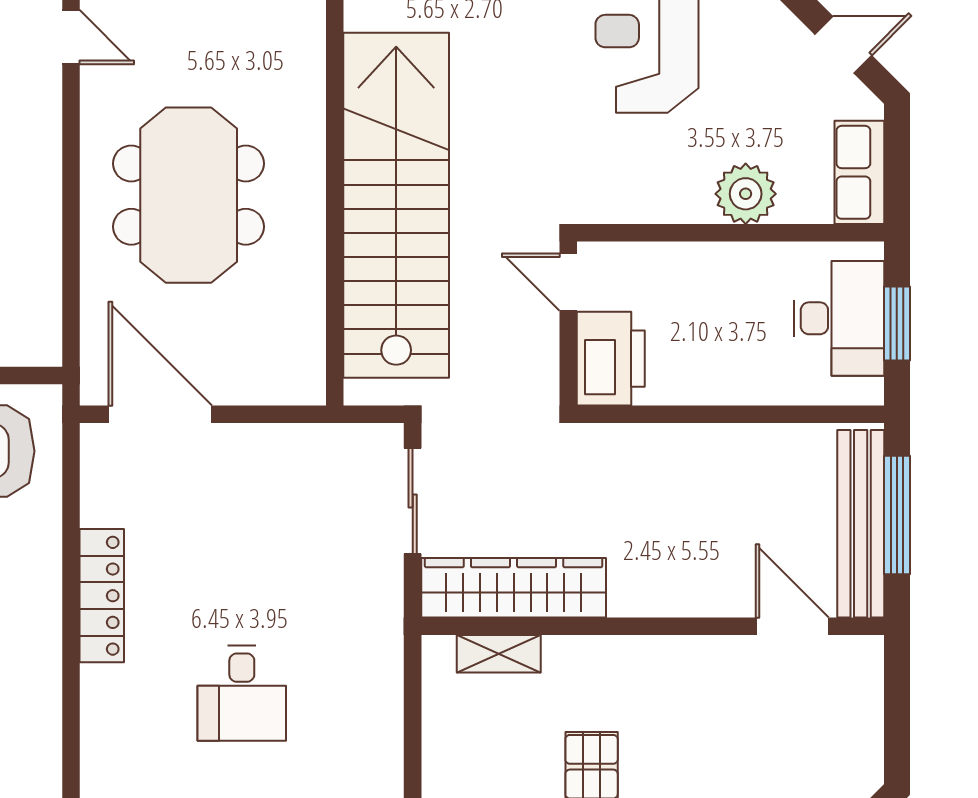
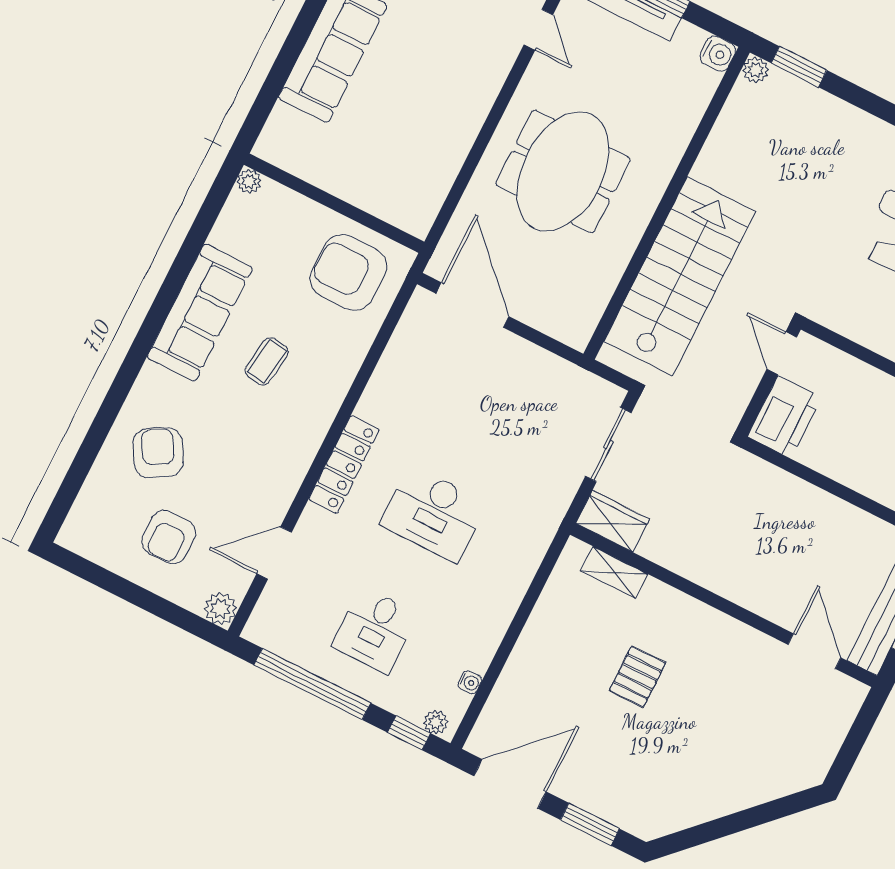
stairs: (396, 205) -> (680, 276), width x0.73
wardrobe: (514, 588) -> (613, 521), width x0.48, depth x0.85
locker: (102, 596) -> (344, 464), moved
desk: (242, 693) -> (434, 514), width x1.37

